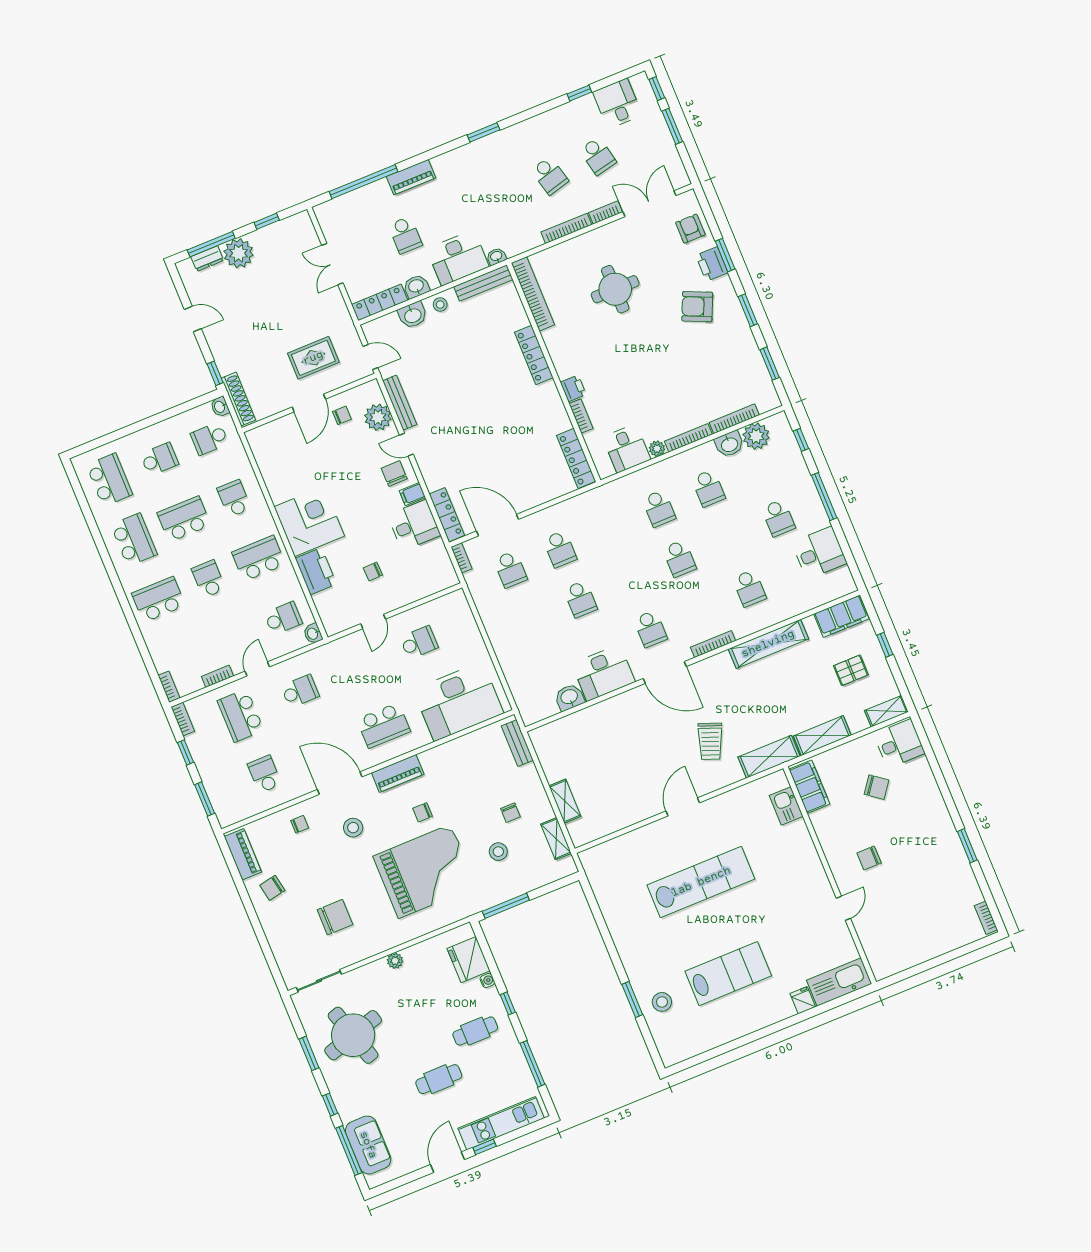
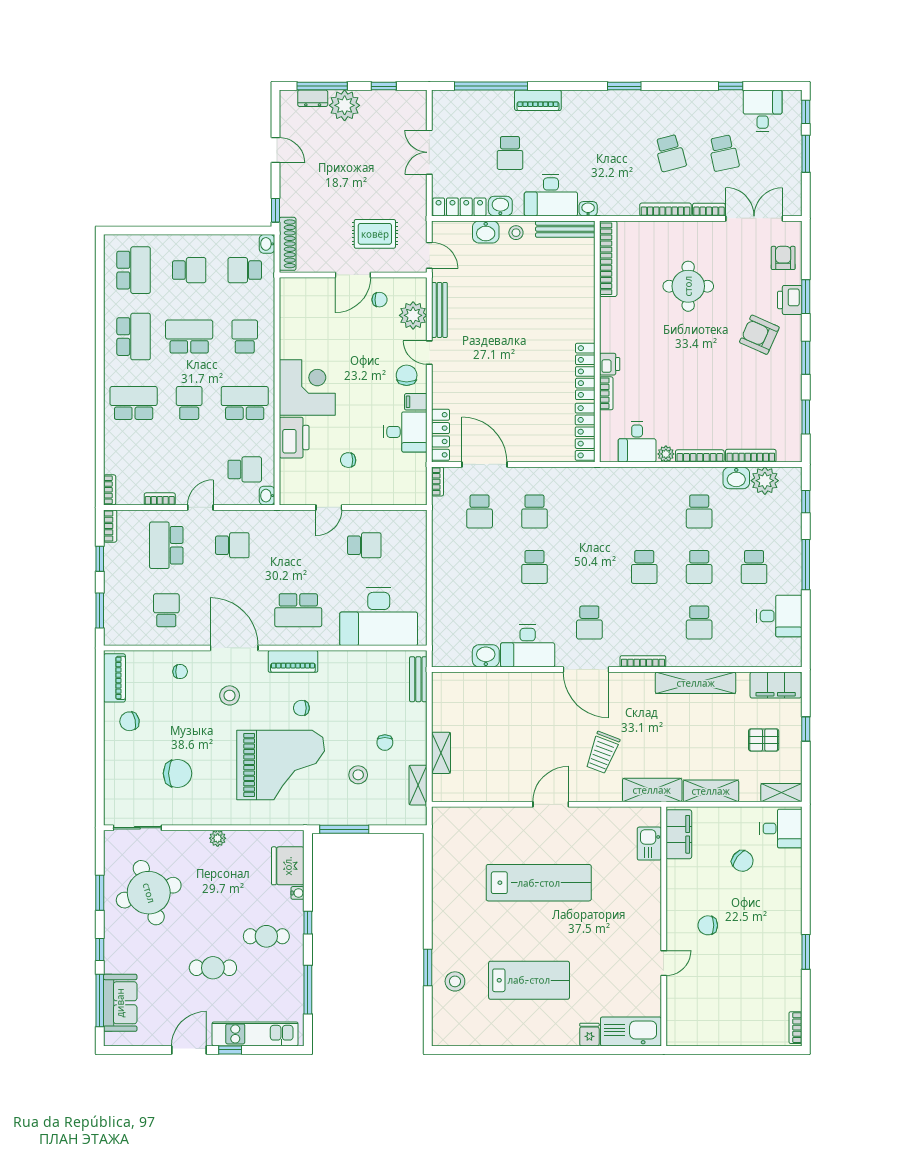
locker: (534, 355) -> (585, 371), moved
school desk: (659, 508) -> (699, 567), moved

